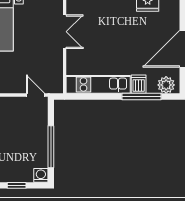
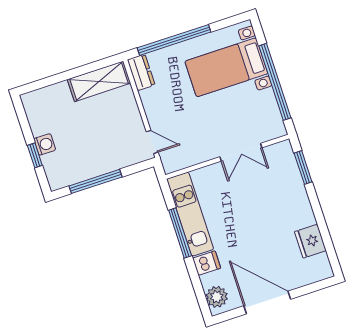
door: (35, 95) -> (152, 142), hinge flipped
window: (142, 97) -> (180, 233), moved
washing machine: (41, 175) -> (45, 144), moved

